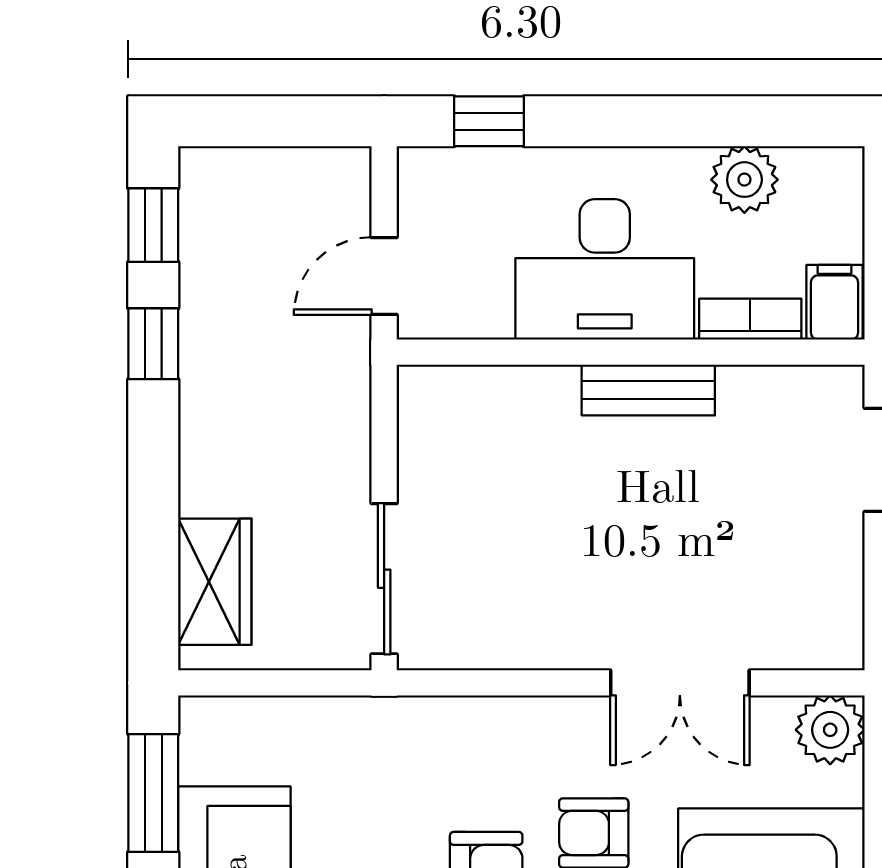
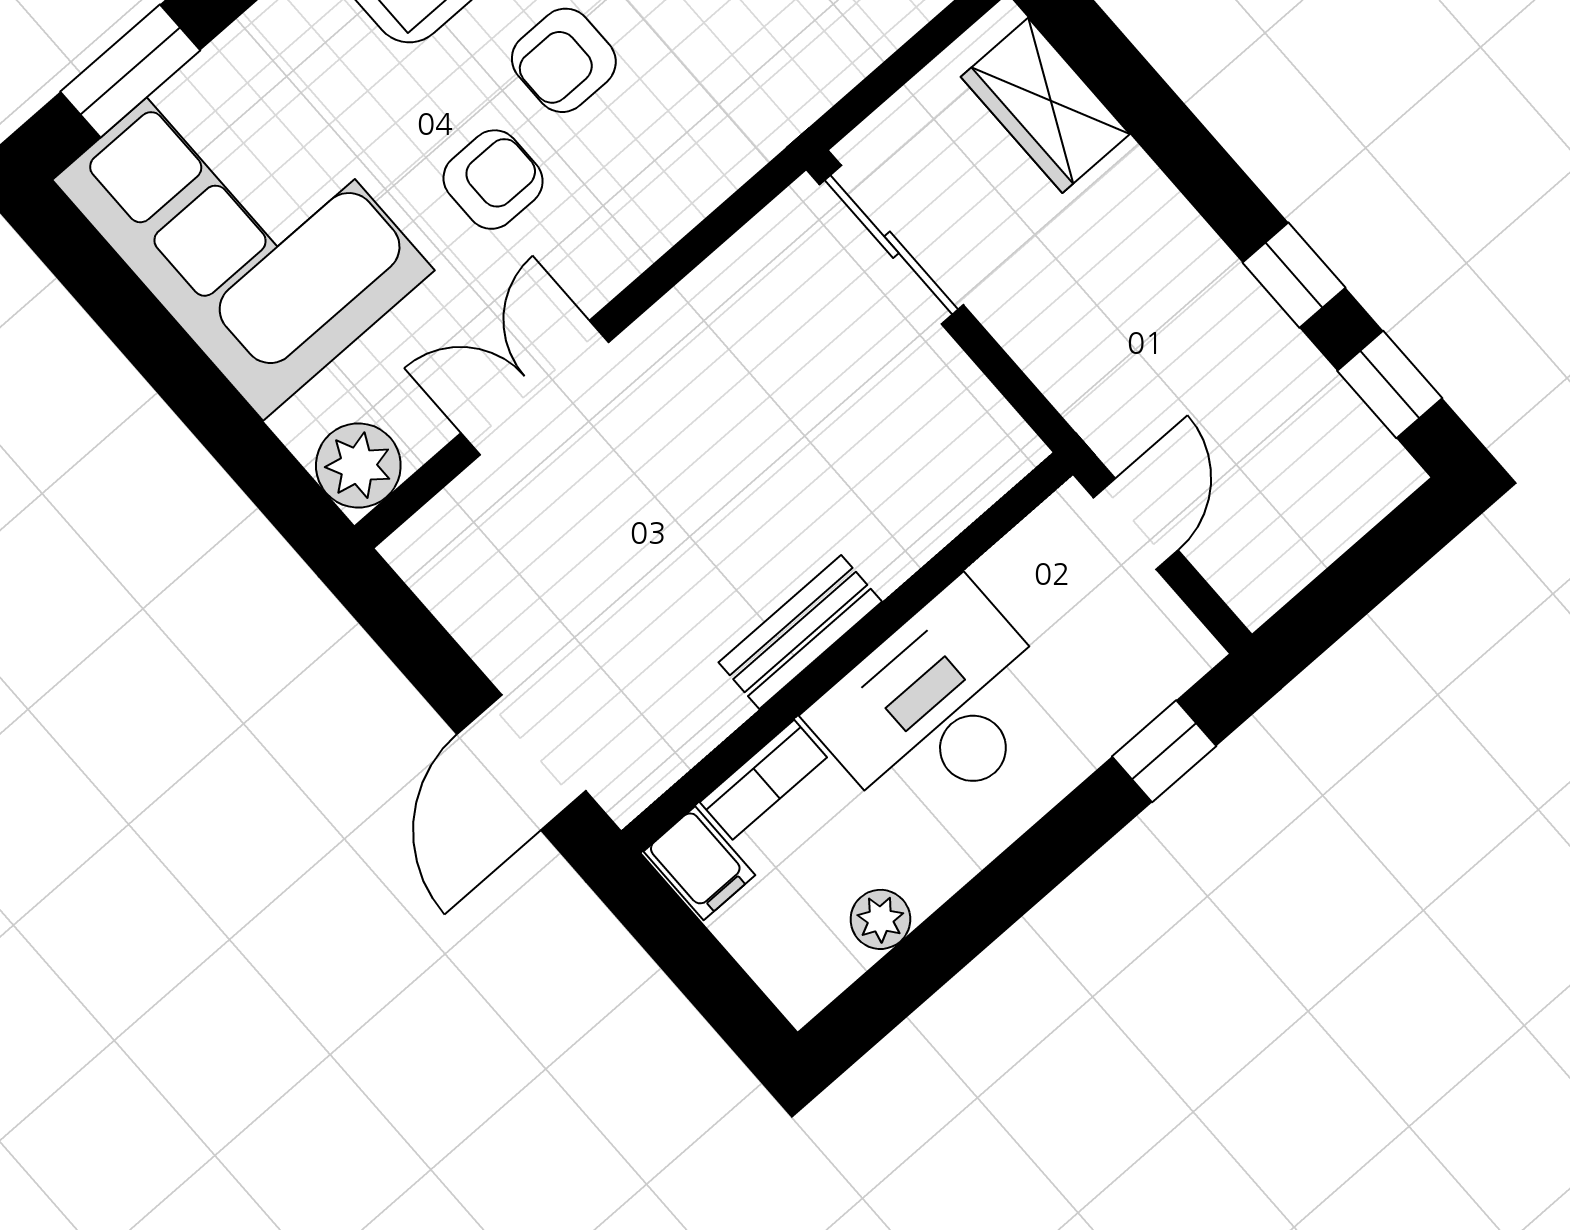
plant: (744, 180) -> (880, 919), width x0.73, depth x0.73

